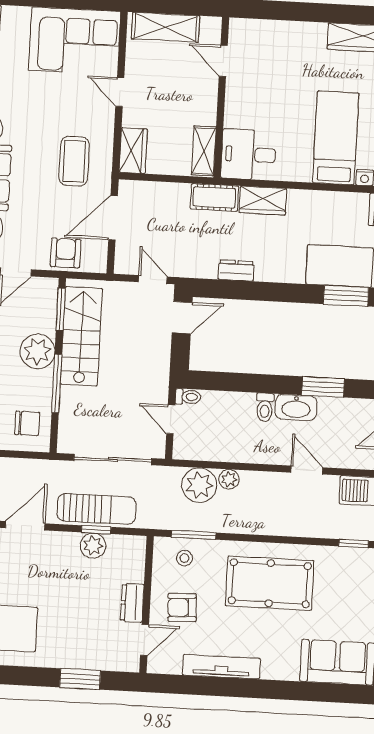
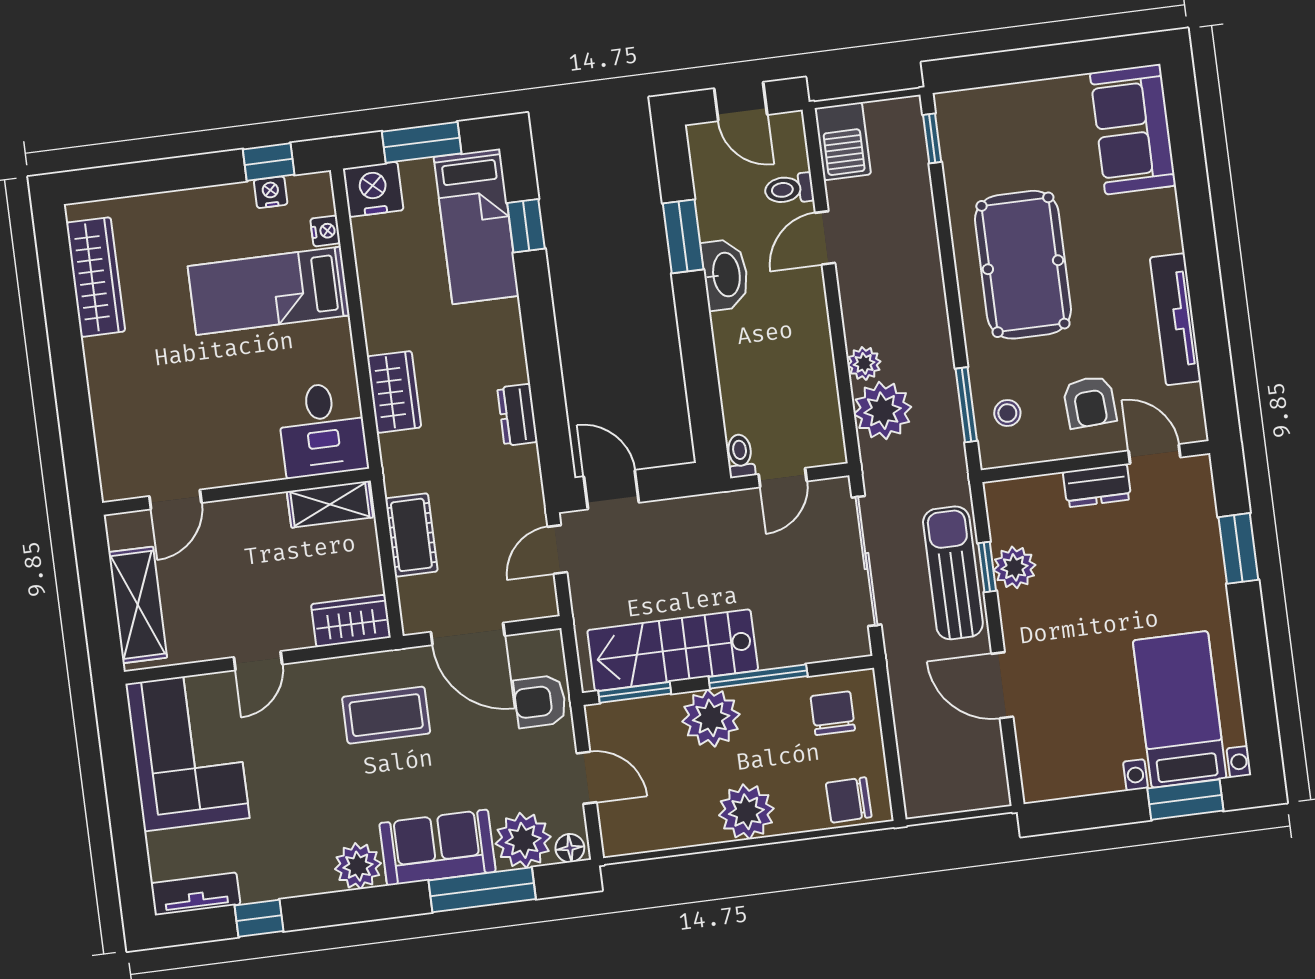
cot: (214, 197) -> (411, 535), moved
window: (346, 296) -> (526, 226), width x0.67
toilet: (265, 407) -> (789, 189), moved, turned 180

